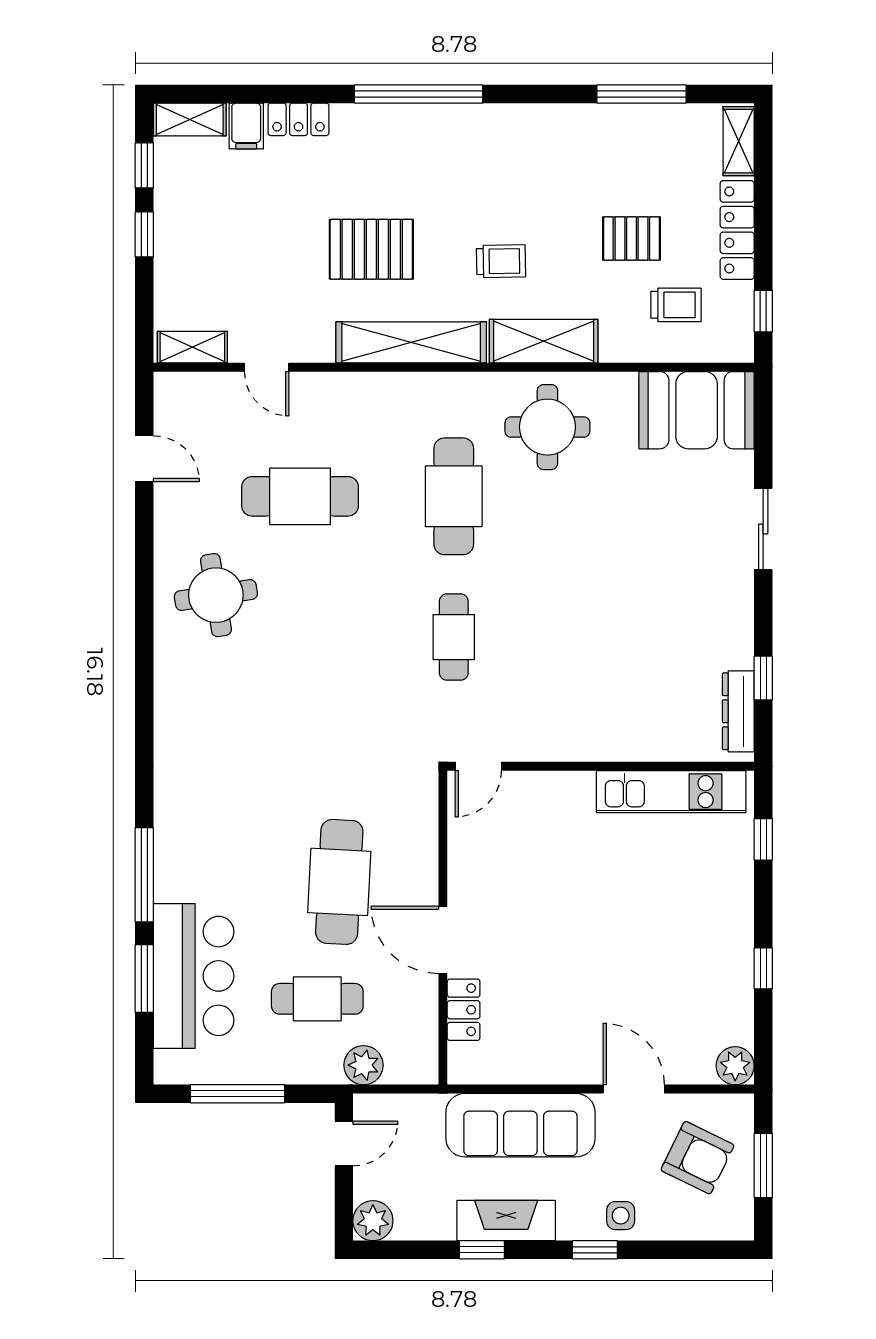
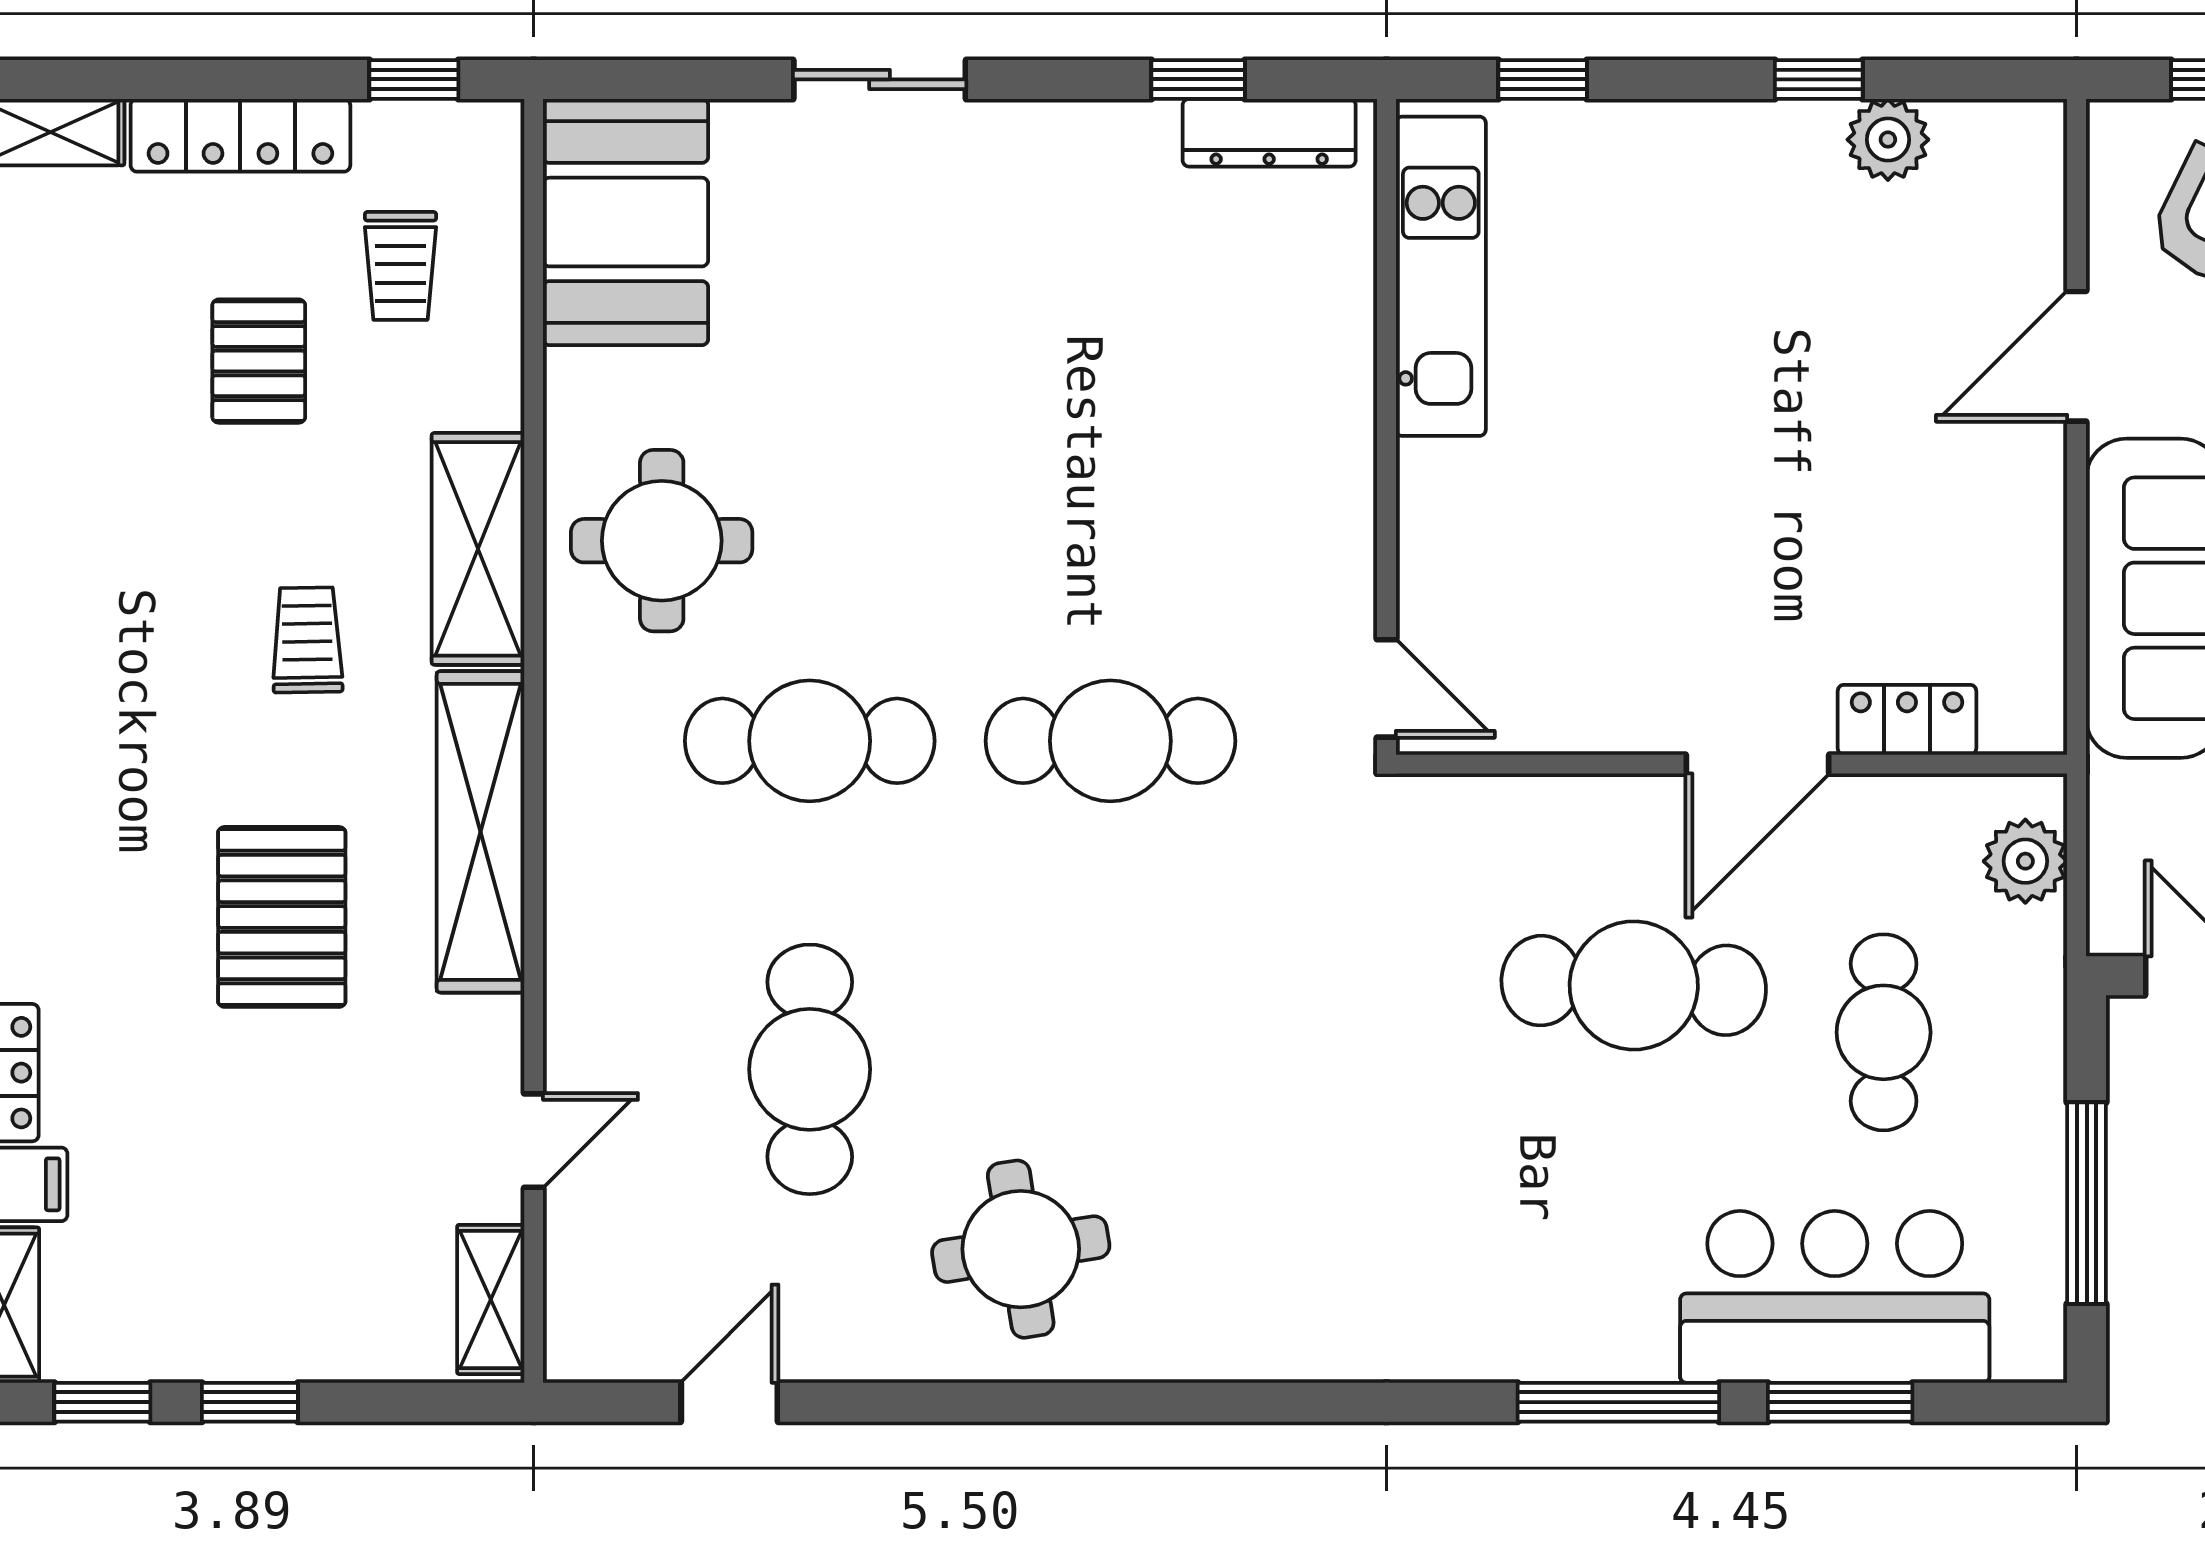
trolley: (676, 305) -> (400, 266), turned 180
cafe table: (454, 637) -> (1110, 741), width x1.37, depth x1.35
plant: (364, 1065) -> (2025, 861), moved
plant: (735, 1066) -> (1888, 140), moved

